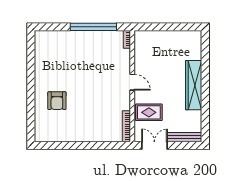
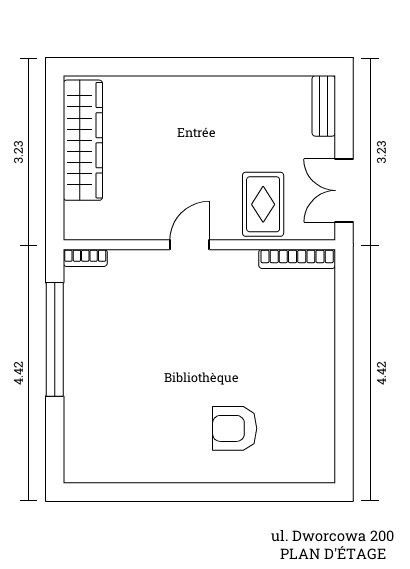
wardrobe: (194, 85) -> (83, 140), moved, turned -90
armchair: (57, 101) -> (235, 428), turned 180
bench: (185, 137) -> (324, 106), width x0.73

